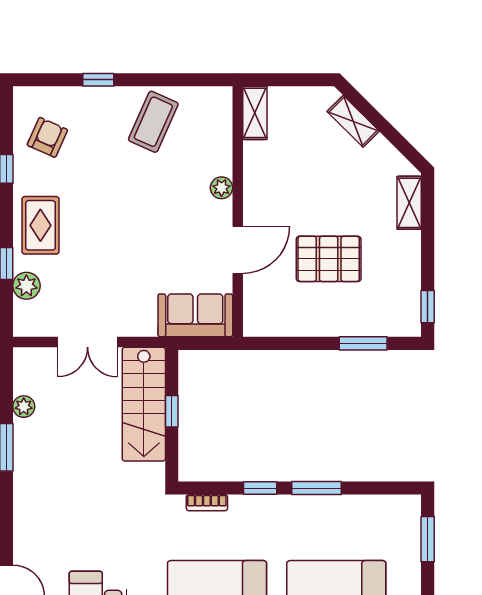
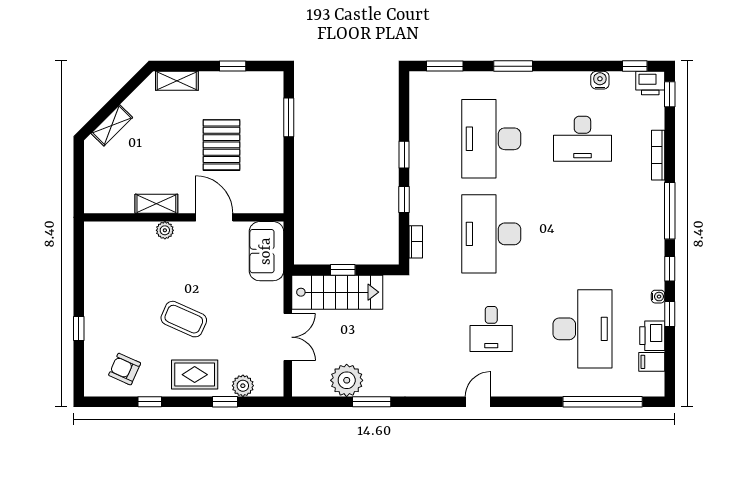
shelving: (255, 113) -> (156, 204), moved
coffee table: (153, 122) -> (184, 319), moved
window: (428, 307) -> (233, 66), moved
plant: (24, 407) -> (347, 380), width x1.87, depth x1.87
window: (316, 488) -> (404, 155), width x0.67

